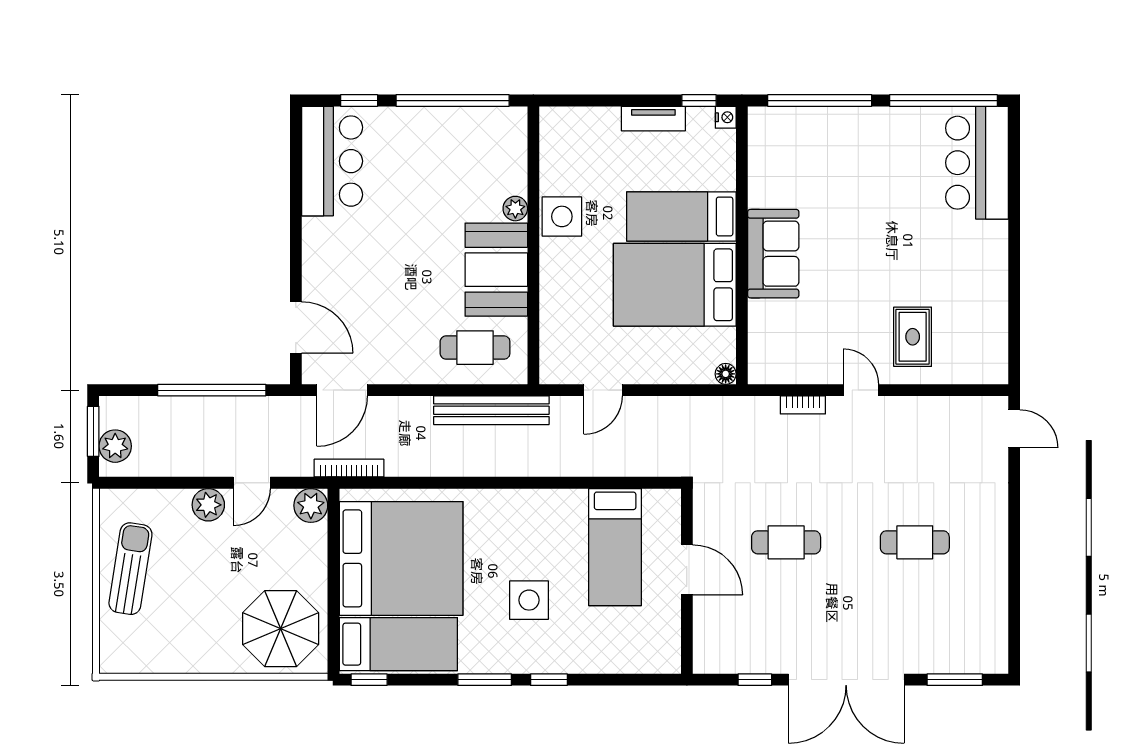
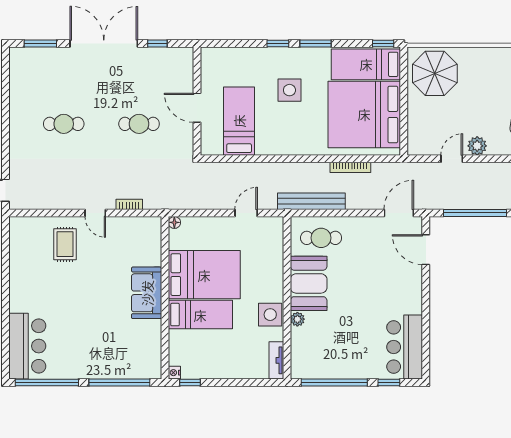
tv unit: (653, 119) -> (276, 360), moved, turned -90
bookcase: (349, 468) -> (350, 167), moved
plant: (311, 505) -> (417, 145), removed

